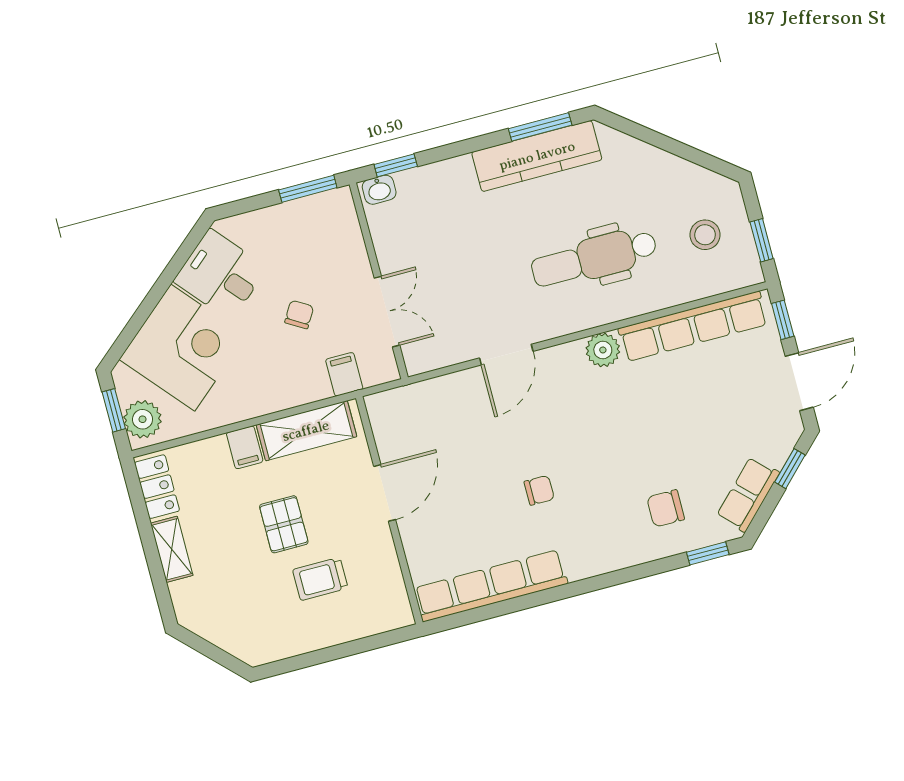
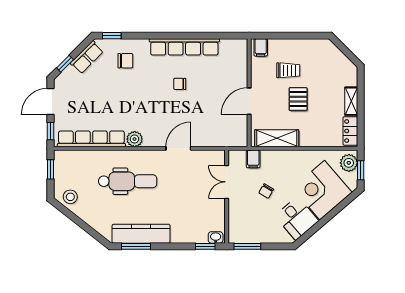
stool: (705, 235) -> (70, 197), moved
filing cabinet: (245, 447) -> (261, 47), moved, turned 180
row of seats: (491, 586) -> (184, 47), moved

